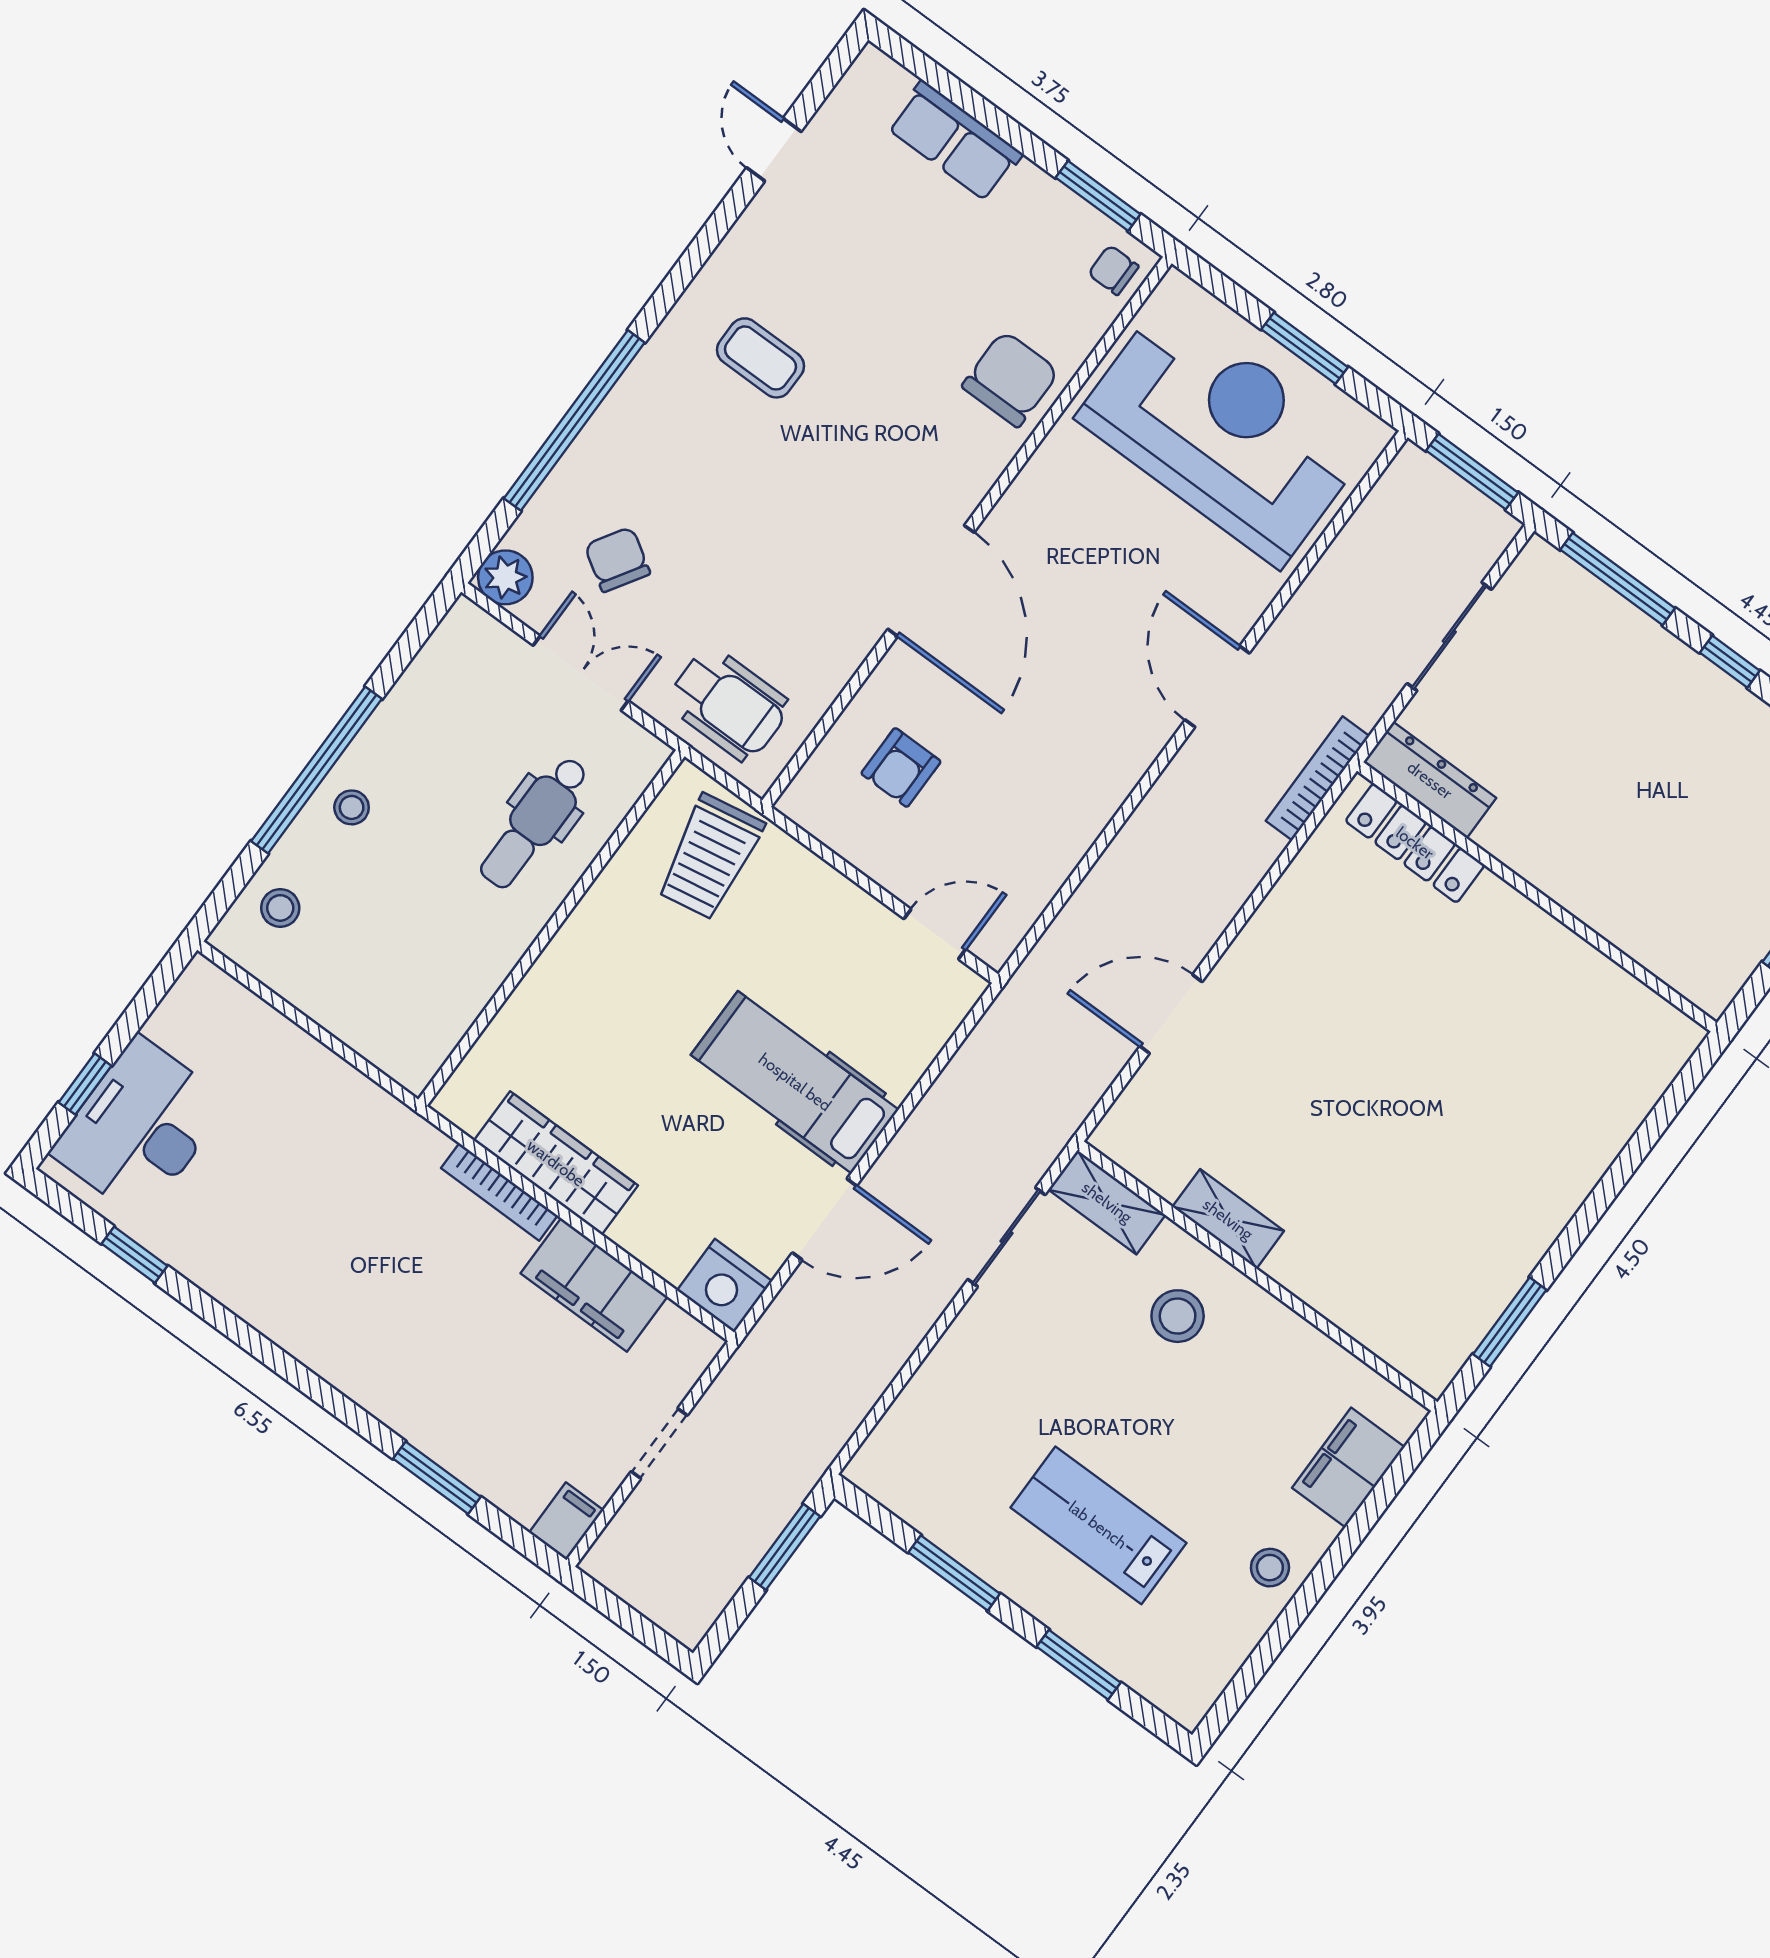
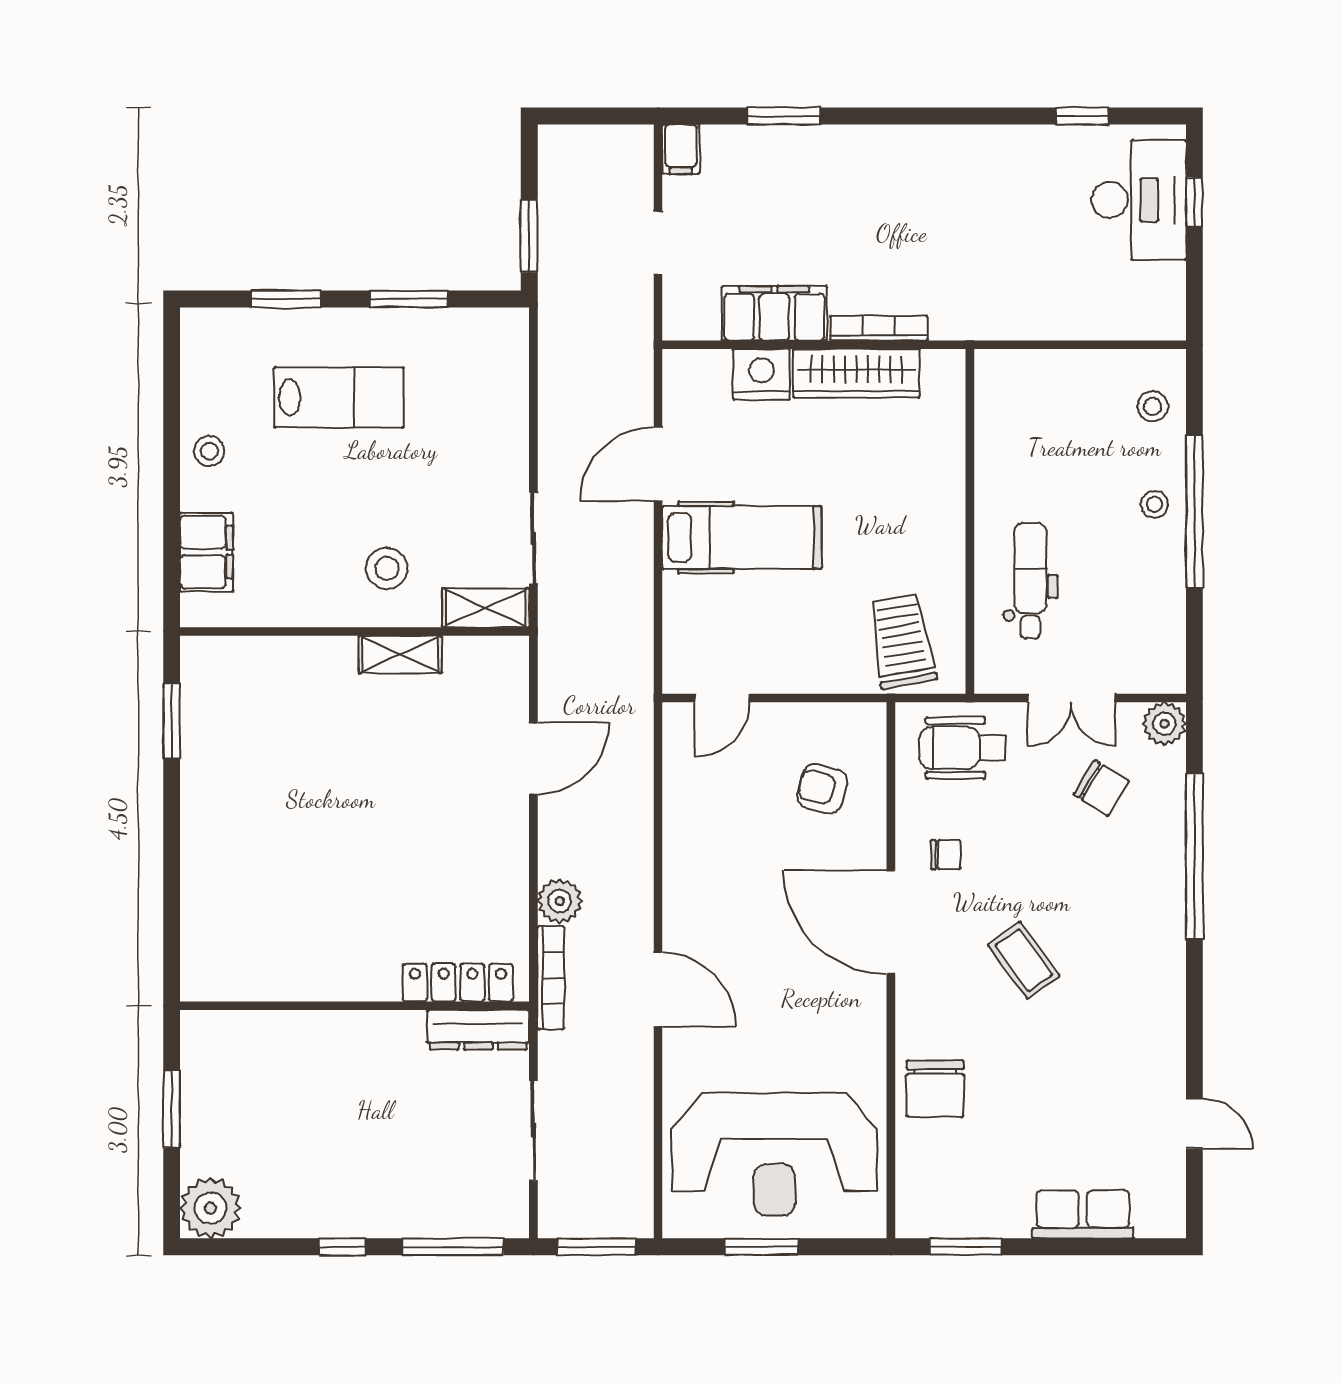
chair: (1113, 270) -> (946, 855), moved
coffee table: (760, 358) -> (1024, 960), moved, turned 54
armchair: (901, 767) -> (822, 789), turned -75
plant: (1251, 850) -> (560, 901), added
nightstand: (725, 1286) -> (761, 374), moved

